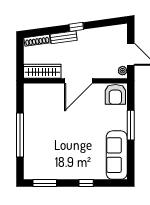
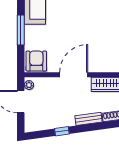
window: (76, 27) -> (62, 131), moved

